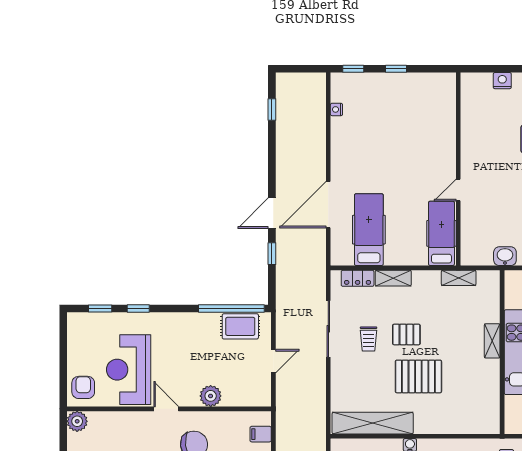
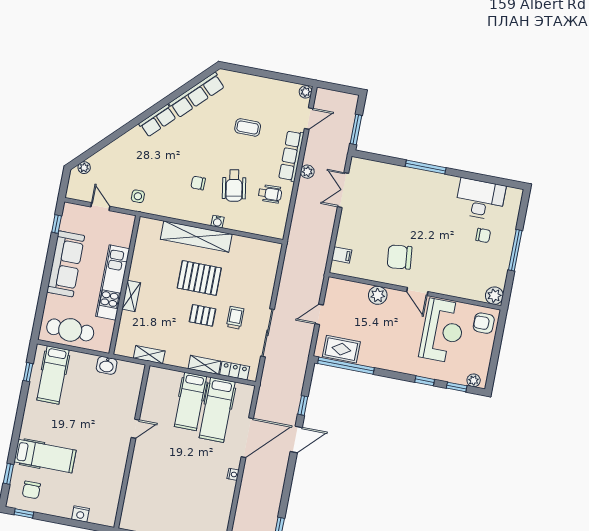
nightstand: (336, 109) -> (233, 474), moved
hospital bed: (441, 233) -> (191, 401), moved
plant: (82, 320) -> (474, 380), added
armchair: (83, 387) -> (484, 323), turned 90
shelving: (373, 423) -> (196, 237), moved

